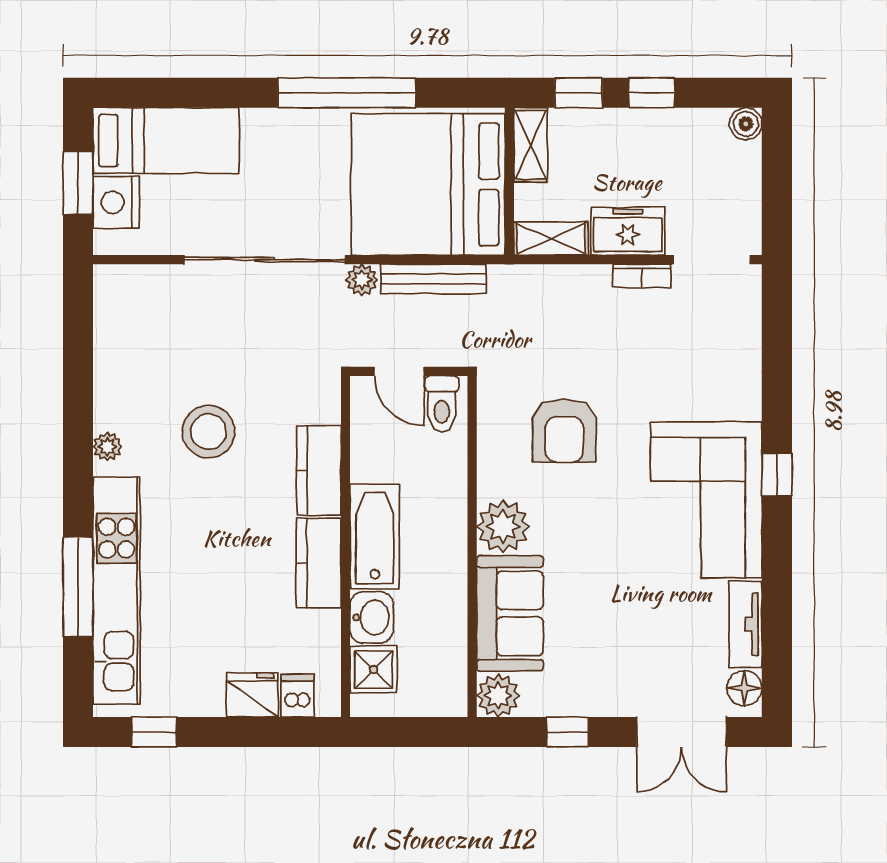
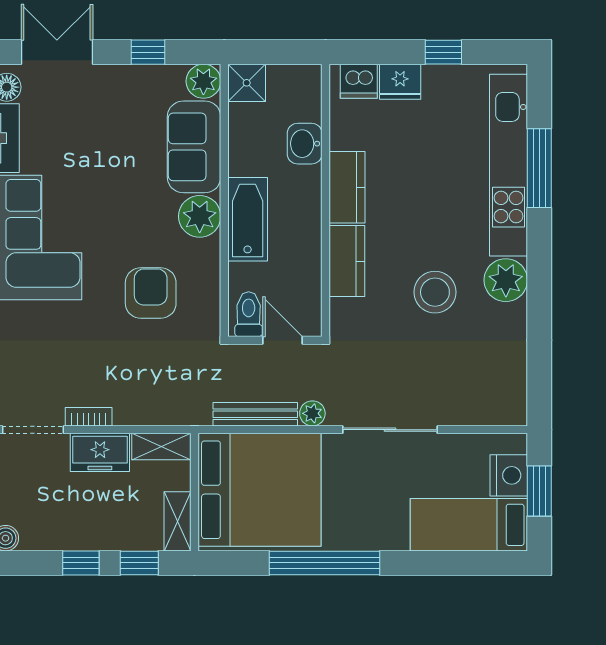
sliding door: (265, 260) -> (390, 430), width x0.73
plant: (107, 447) -> (506, 280), width x1.88, depth x1.88
bathtub: (375, 537) -> (248, 219), moved, turned 180
shower: (374, 670) -> (247, 83), moved
dishwasher: (298, 696) -> (359, 81), width x1.38
window: (154, 732) -> (443, 52), moved

